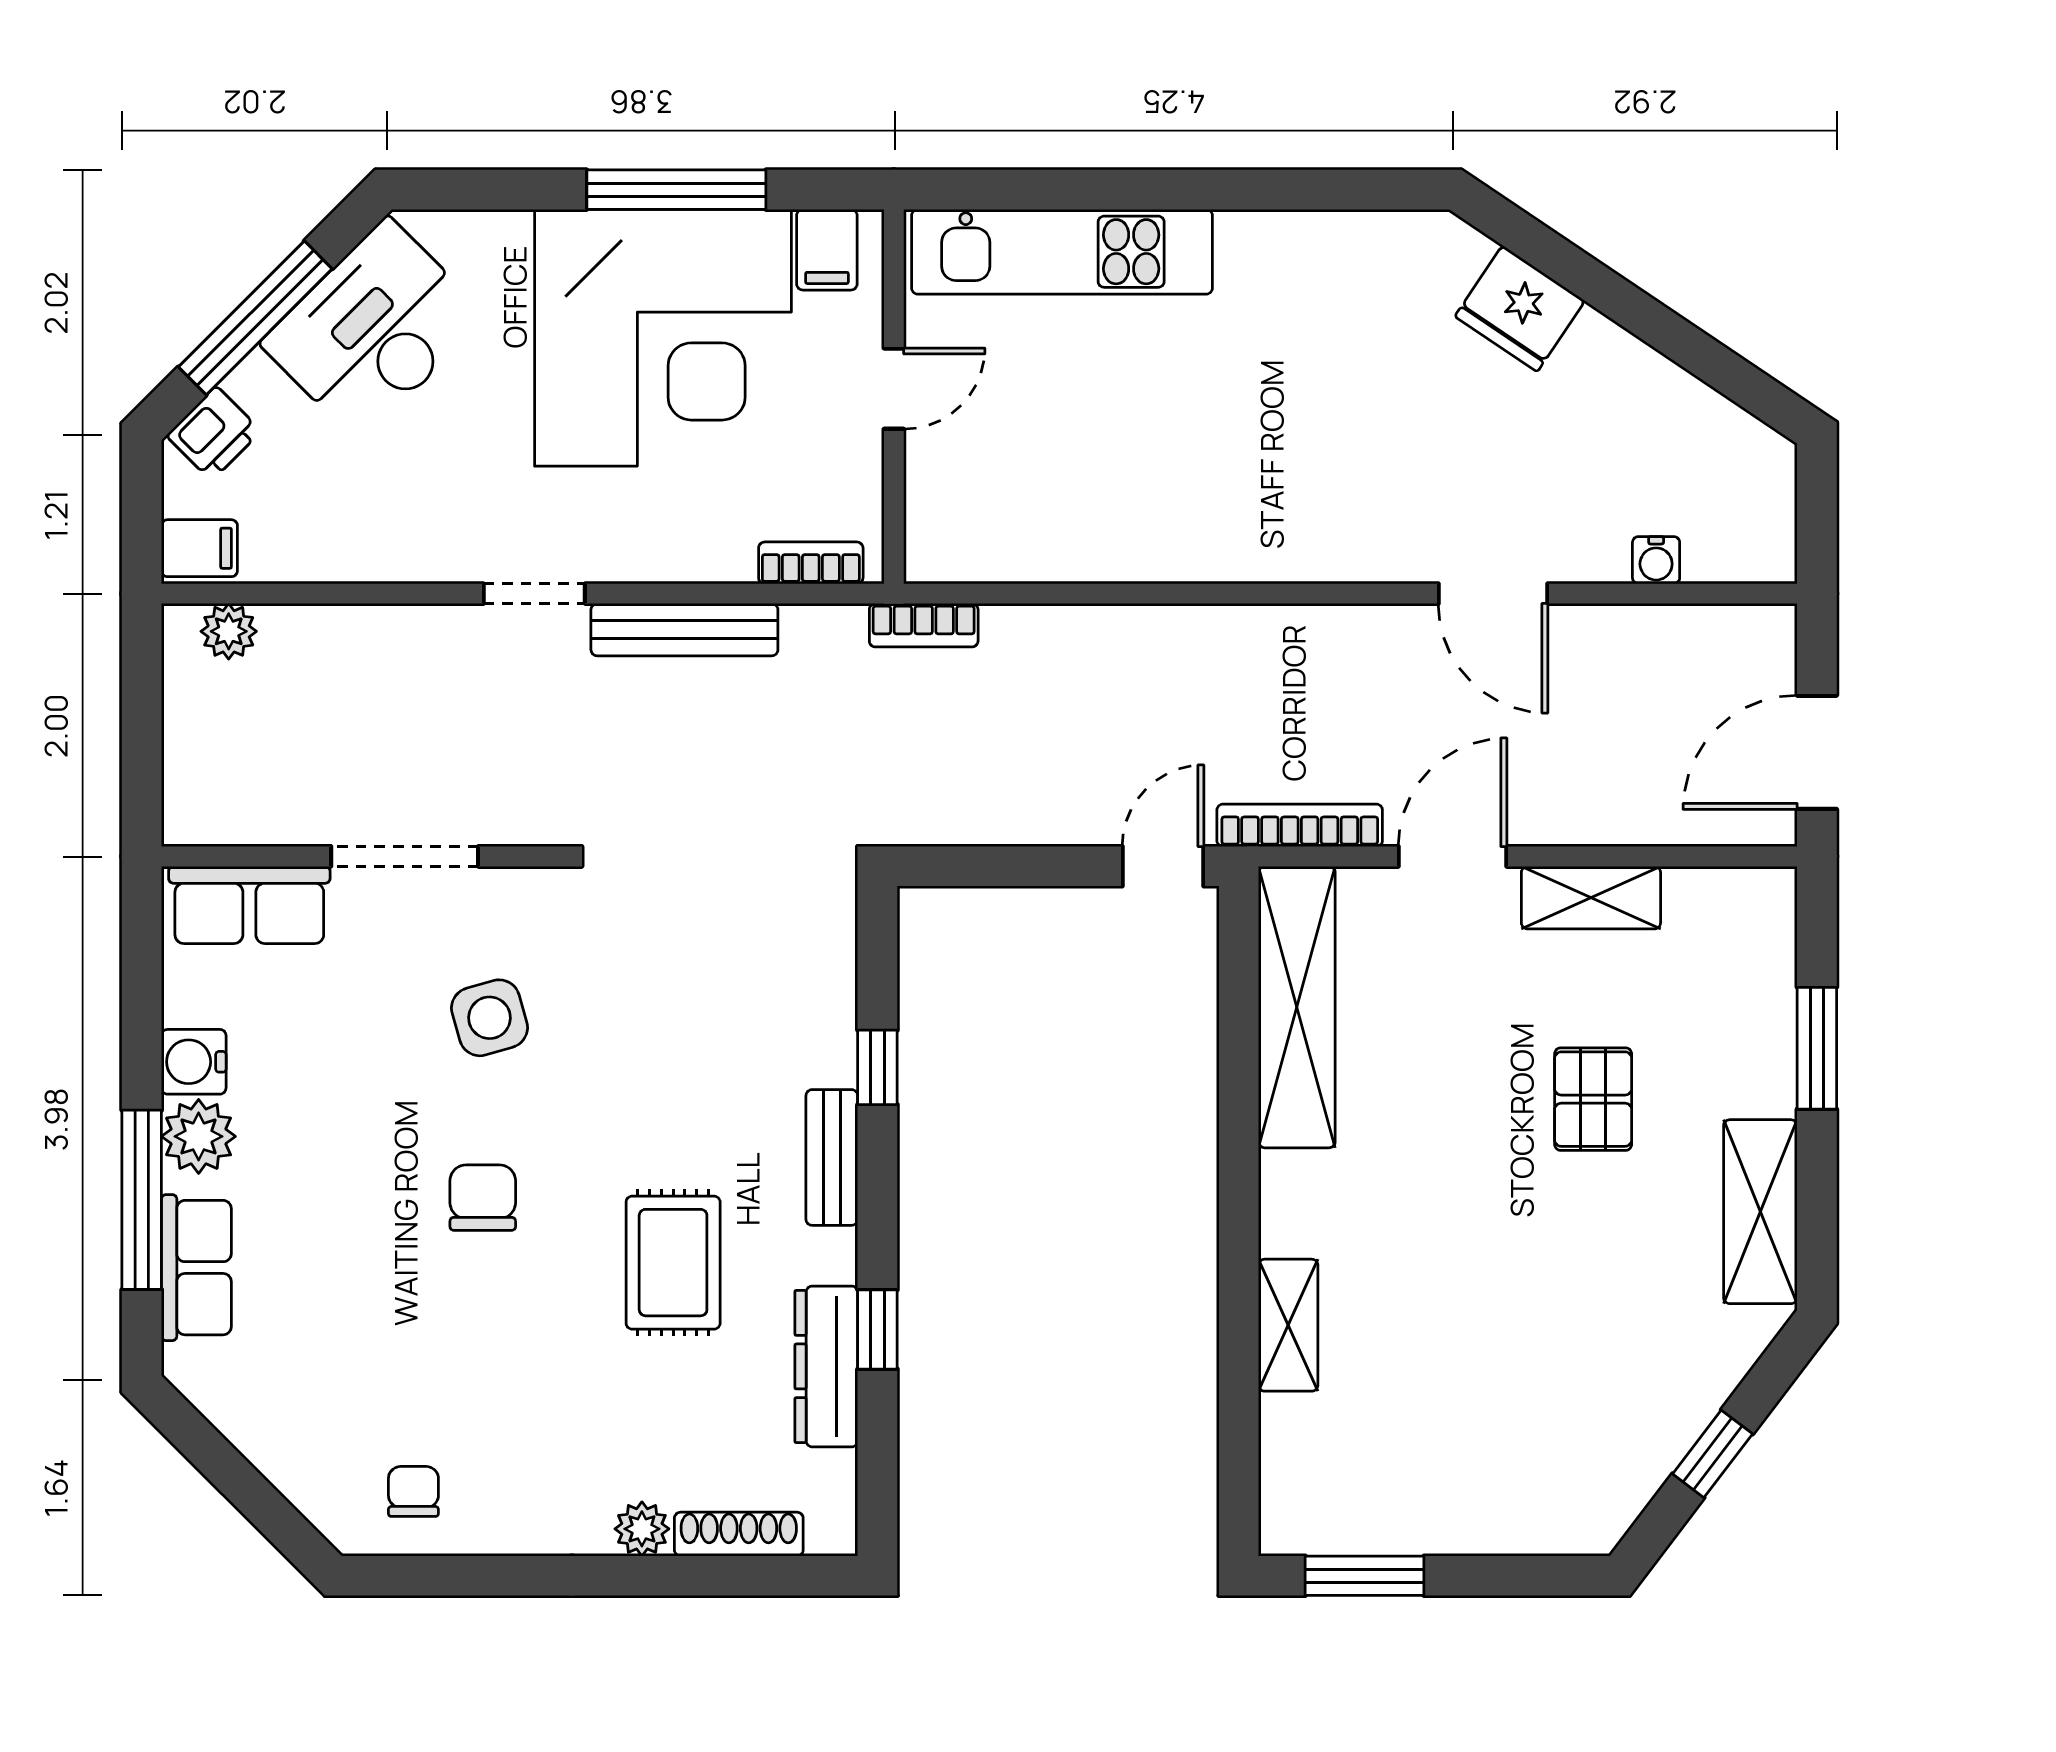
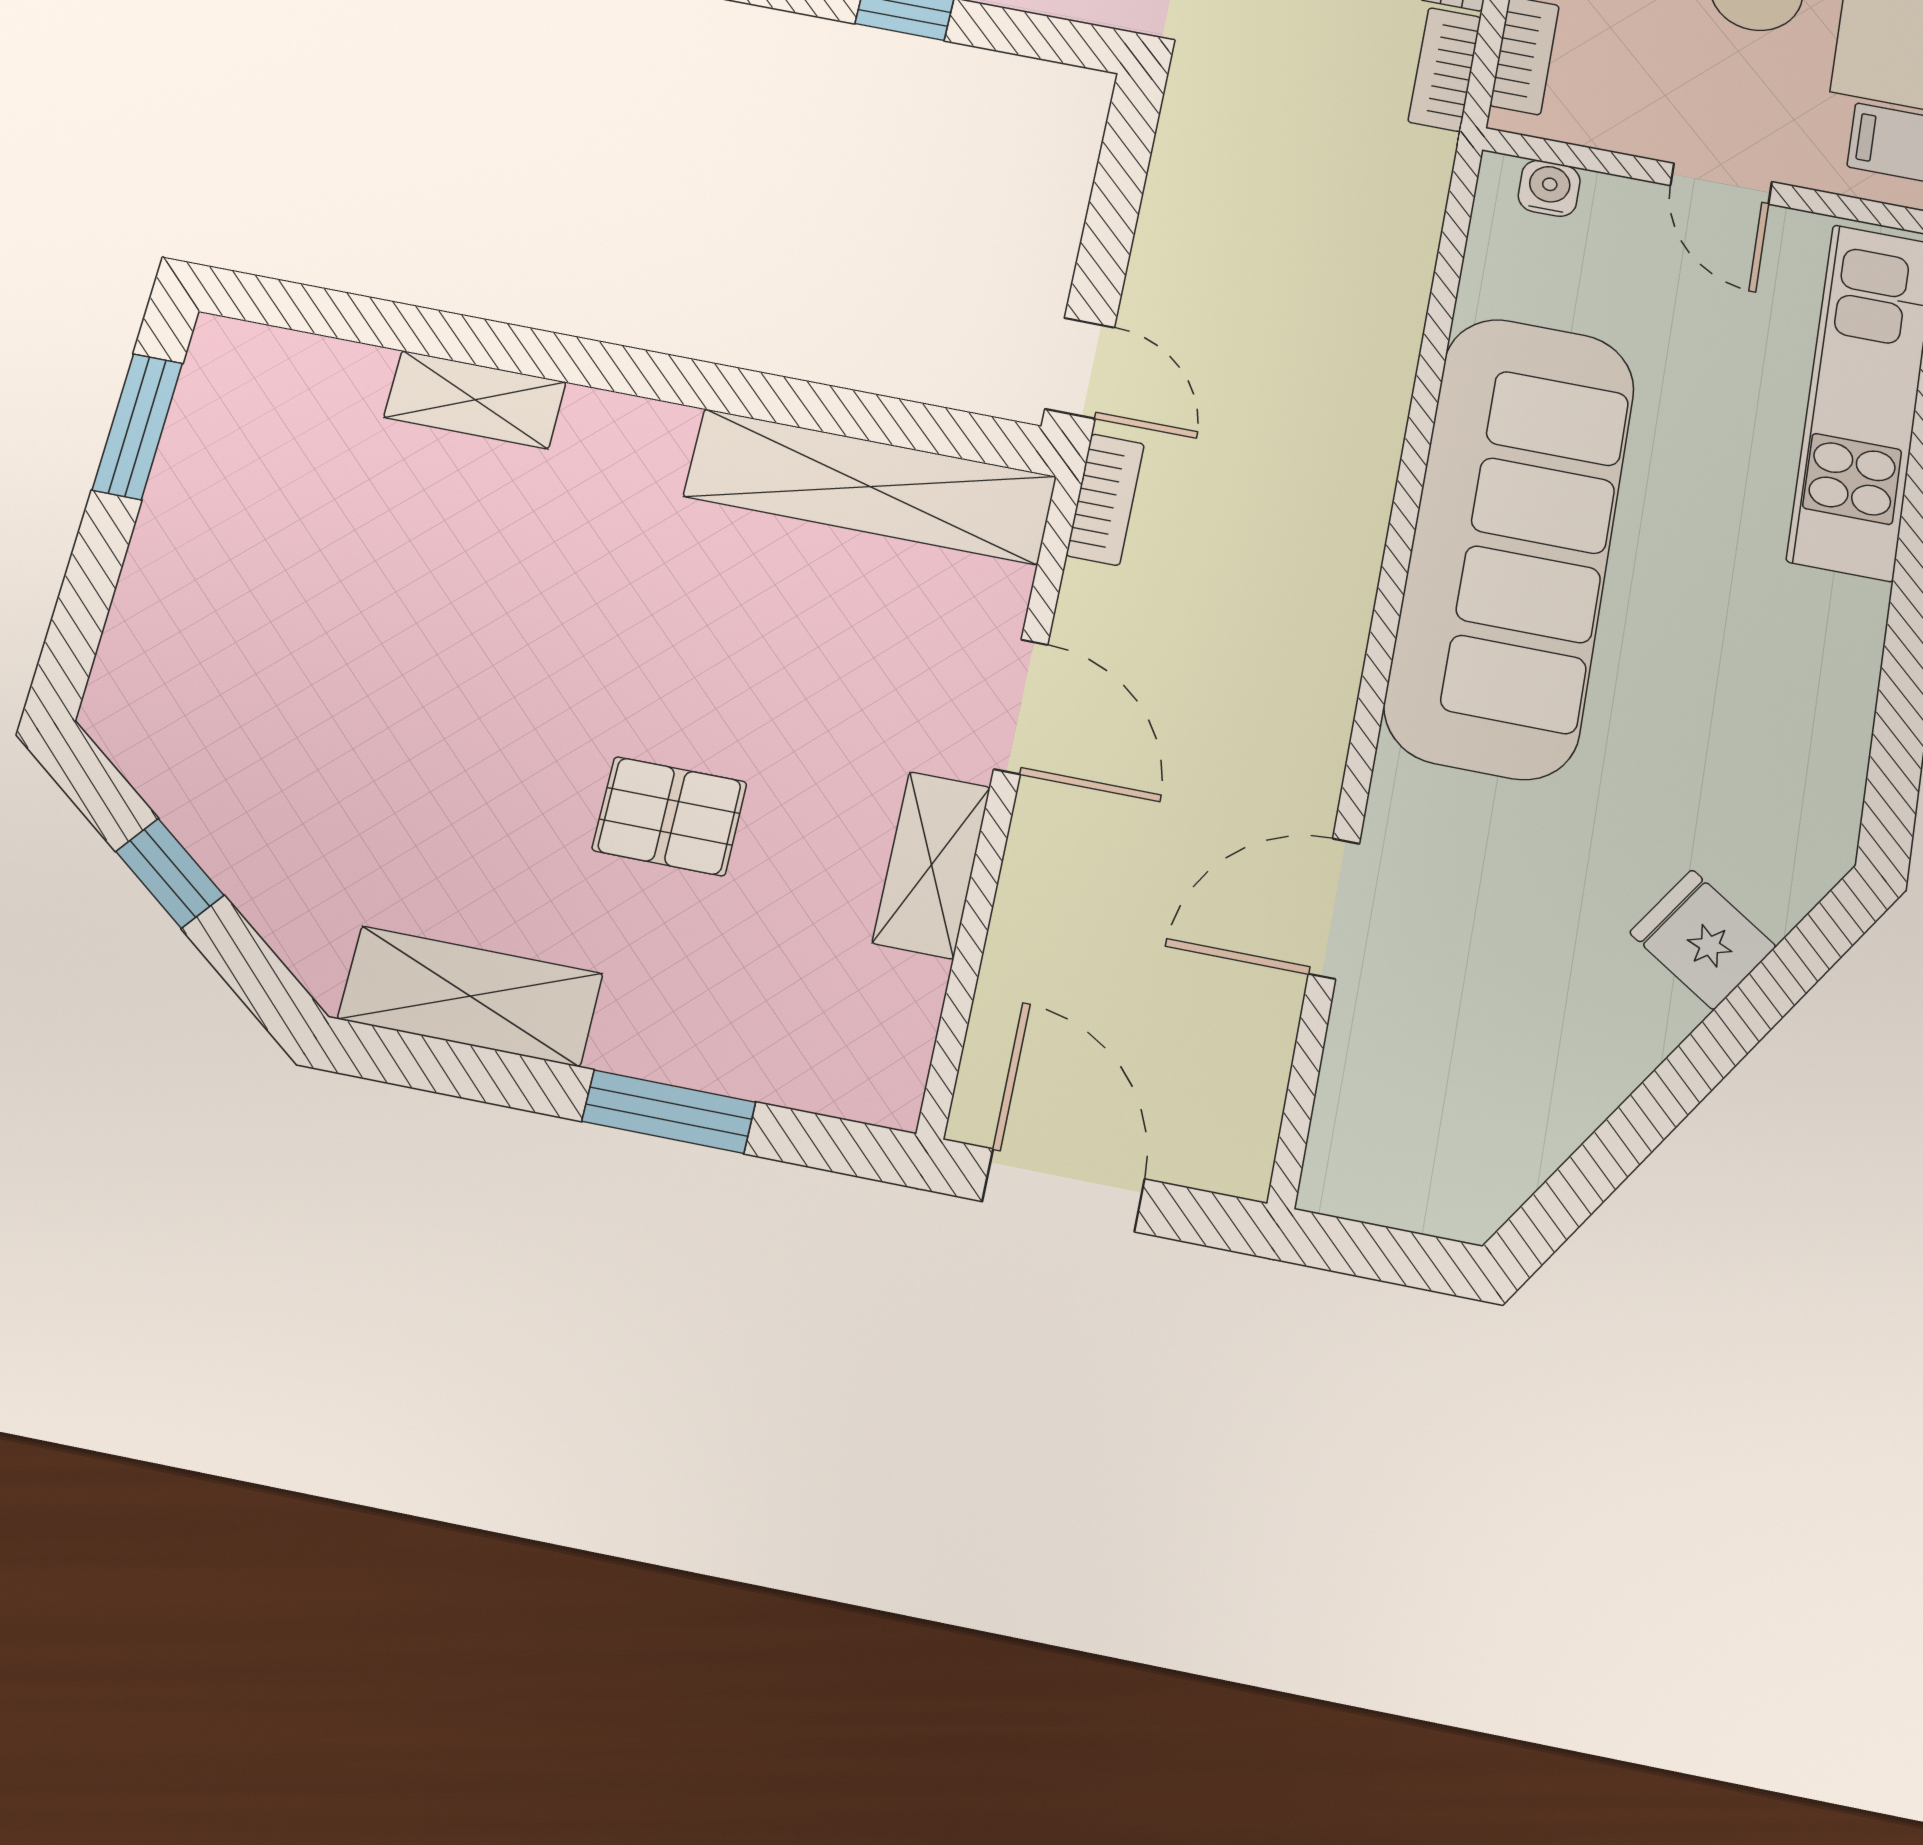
fridge: (1520, 309) -> (1703, 939), width x0.72
sofa: (1243, 508) -> (1511, 545), added
water cooler: (1656, 560) -> (1549, 188), moved, turned 90
door: (1493, 594) -> (1334, 908), moved
bookcase: (924, 625) -> (1445, 69), moved
bookcase: (1300, 825) -> (1105, 499), width x0.64

